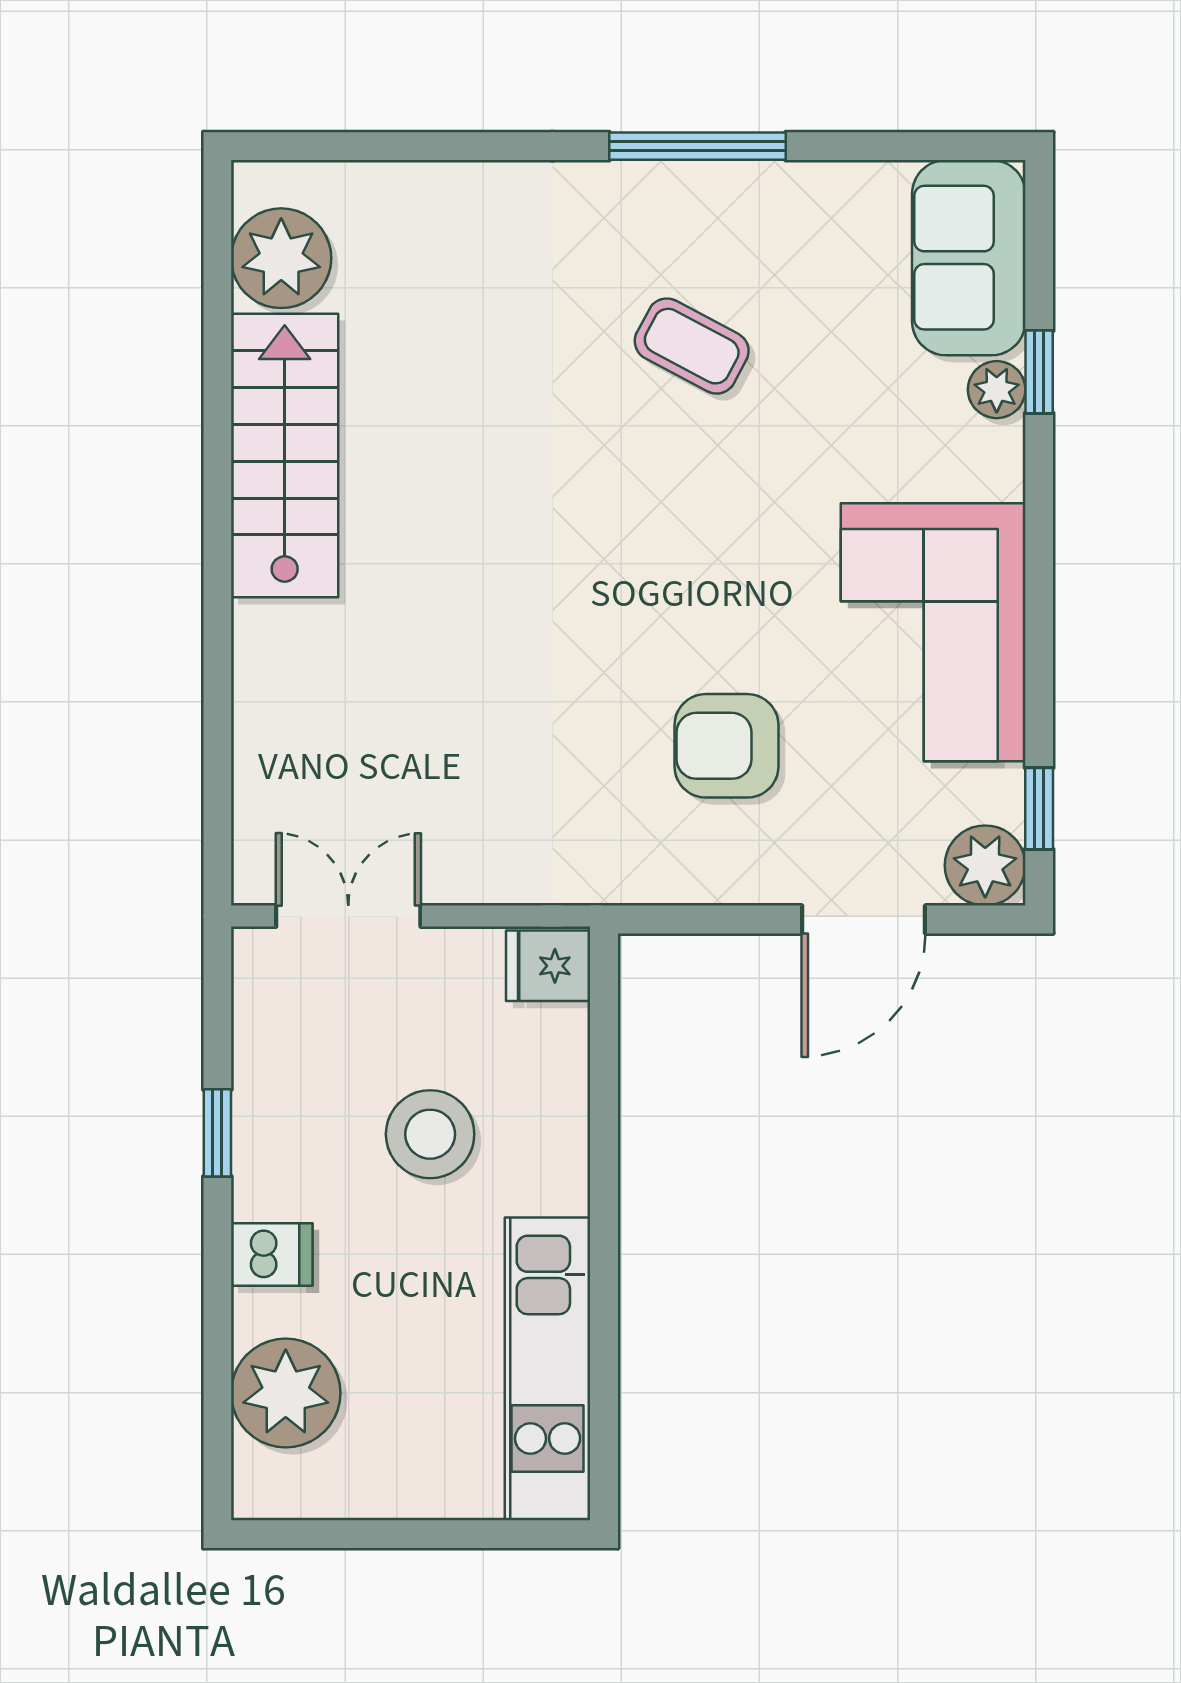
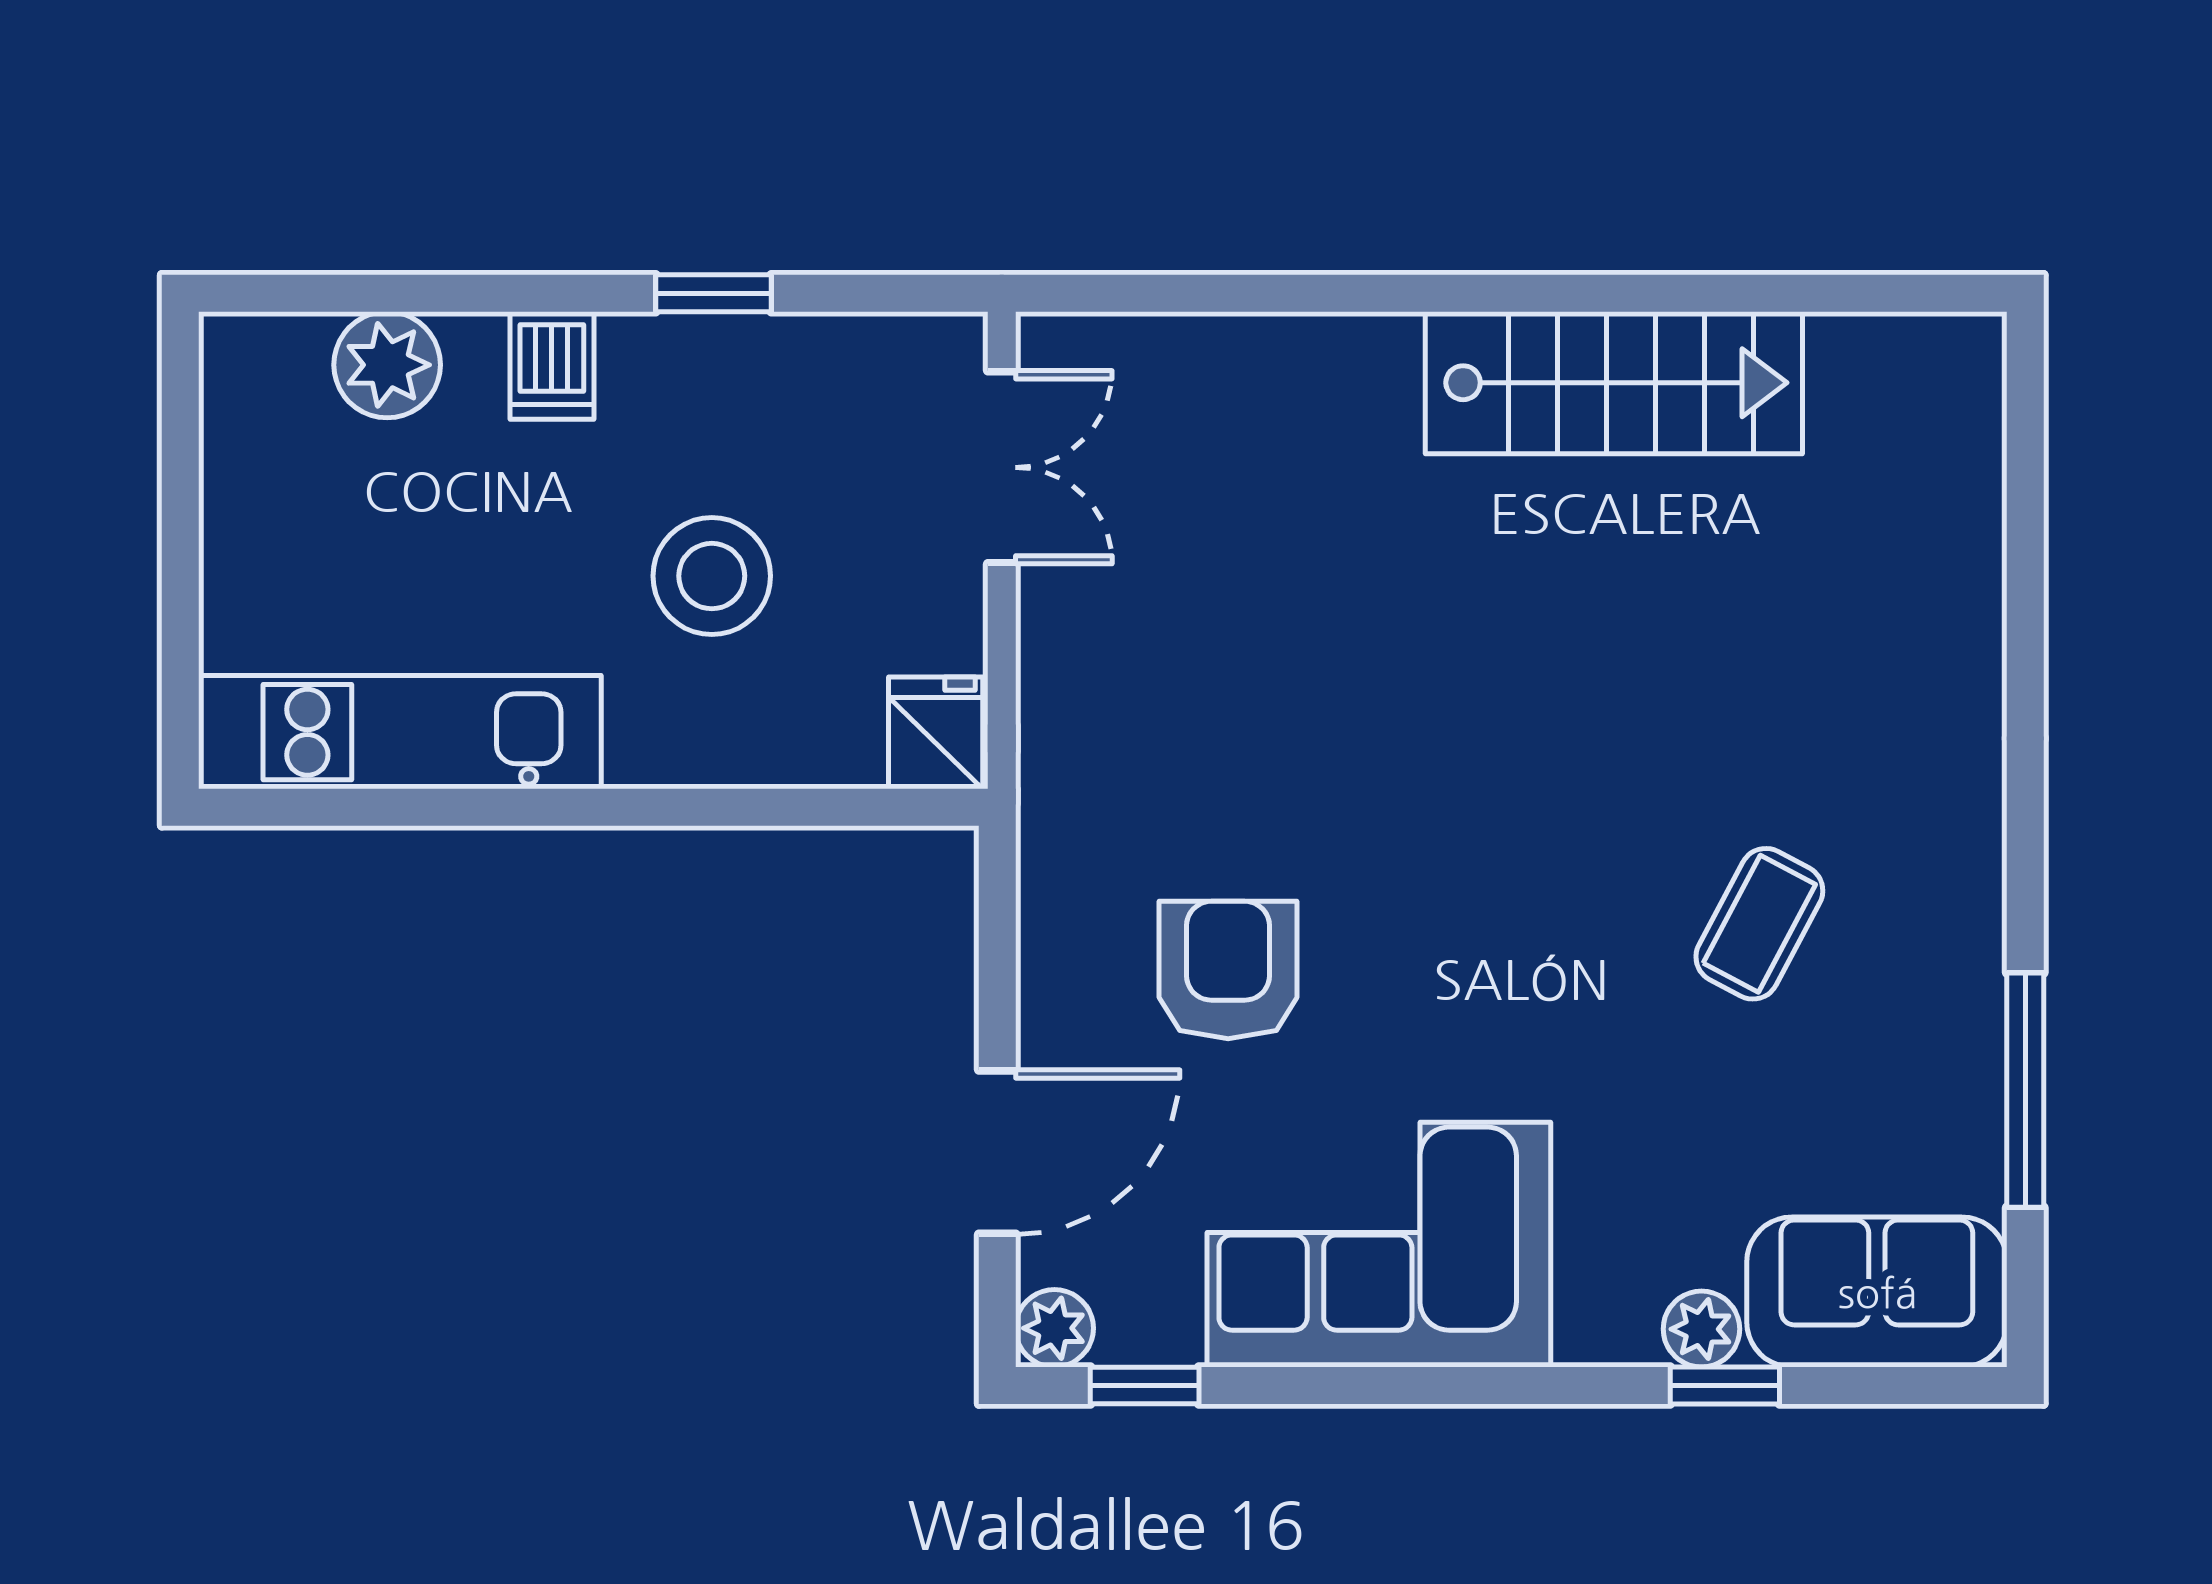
window: (698, 146) -> (2025, 1090), moved
plant: (281, 258) -> (1876, 378), removed
plant: (985, 865) -> (1054, 1328), width x0.73, depth x0.73
door: (864, 919) -> (997, 1152), swing flipped
plant: (286, 1393) -> (387, 365), width x0.73, depth x0.73

